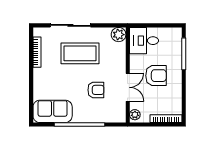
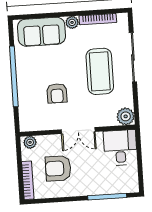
plant: (38, 74) -> (72, 22), added
armchair: (156, 76) -> (58, 168), moved, turned 90
double door: (128, 87) -> (78, 131), moved
sofa: (53, 111) -> (41, 32), moved, turned 90

